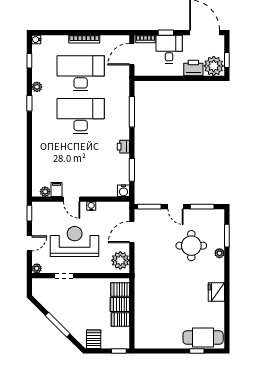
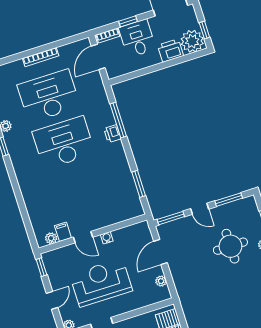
printer: (123, 147) -> (112, 134), moved
water cooler: (123, 191) -> (137, 210), removed
plant: (120, 260) -> (161, 281), width x0.53, depth x0.53

